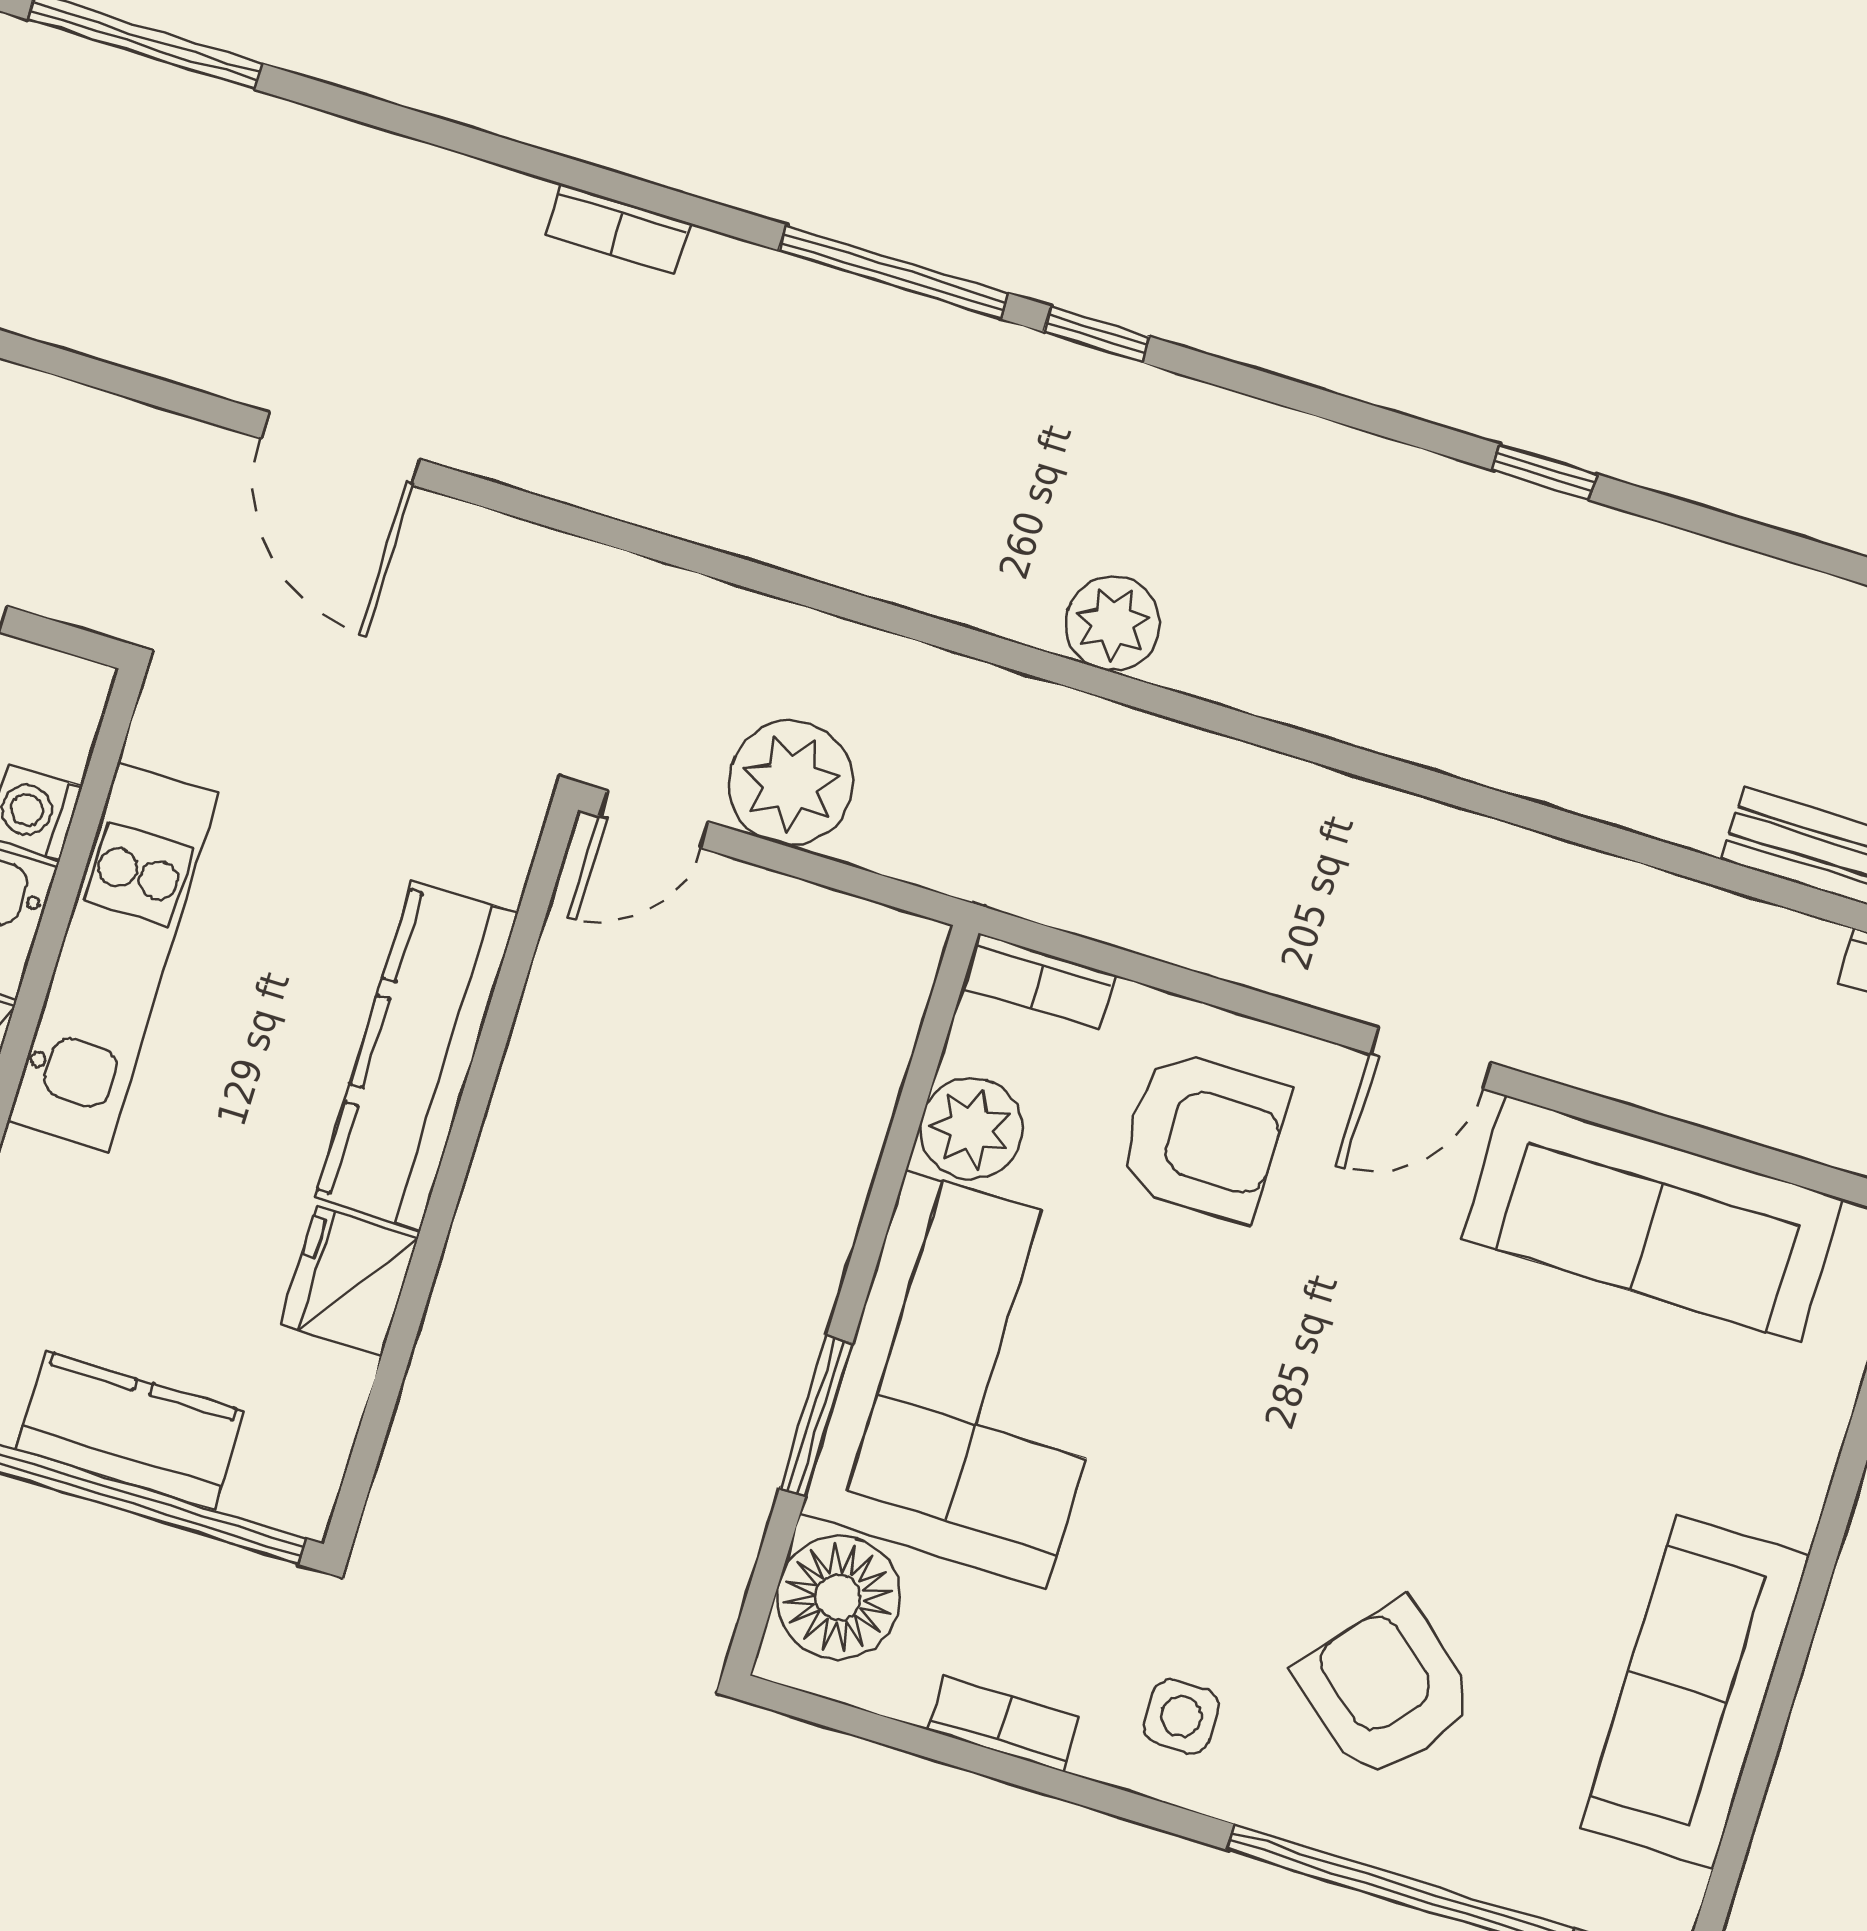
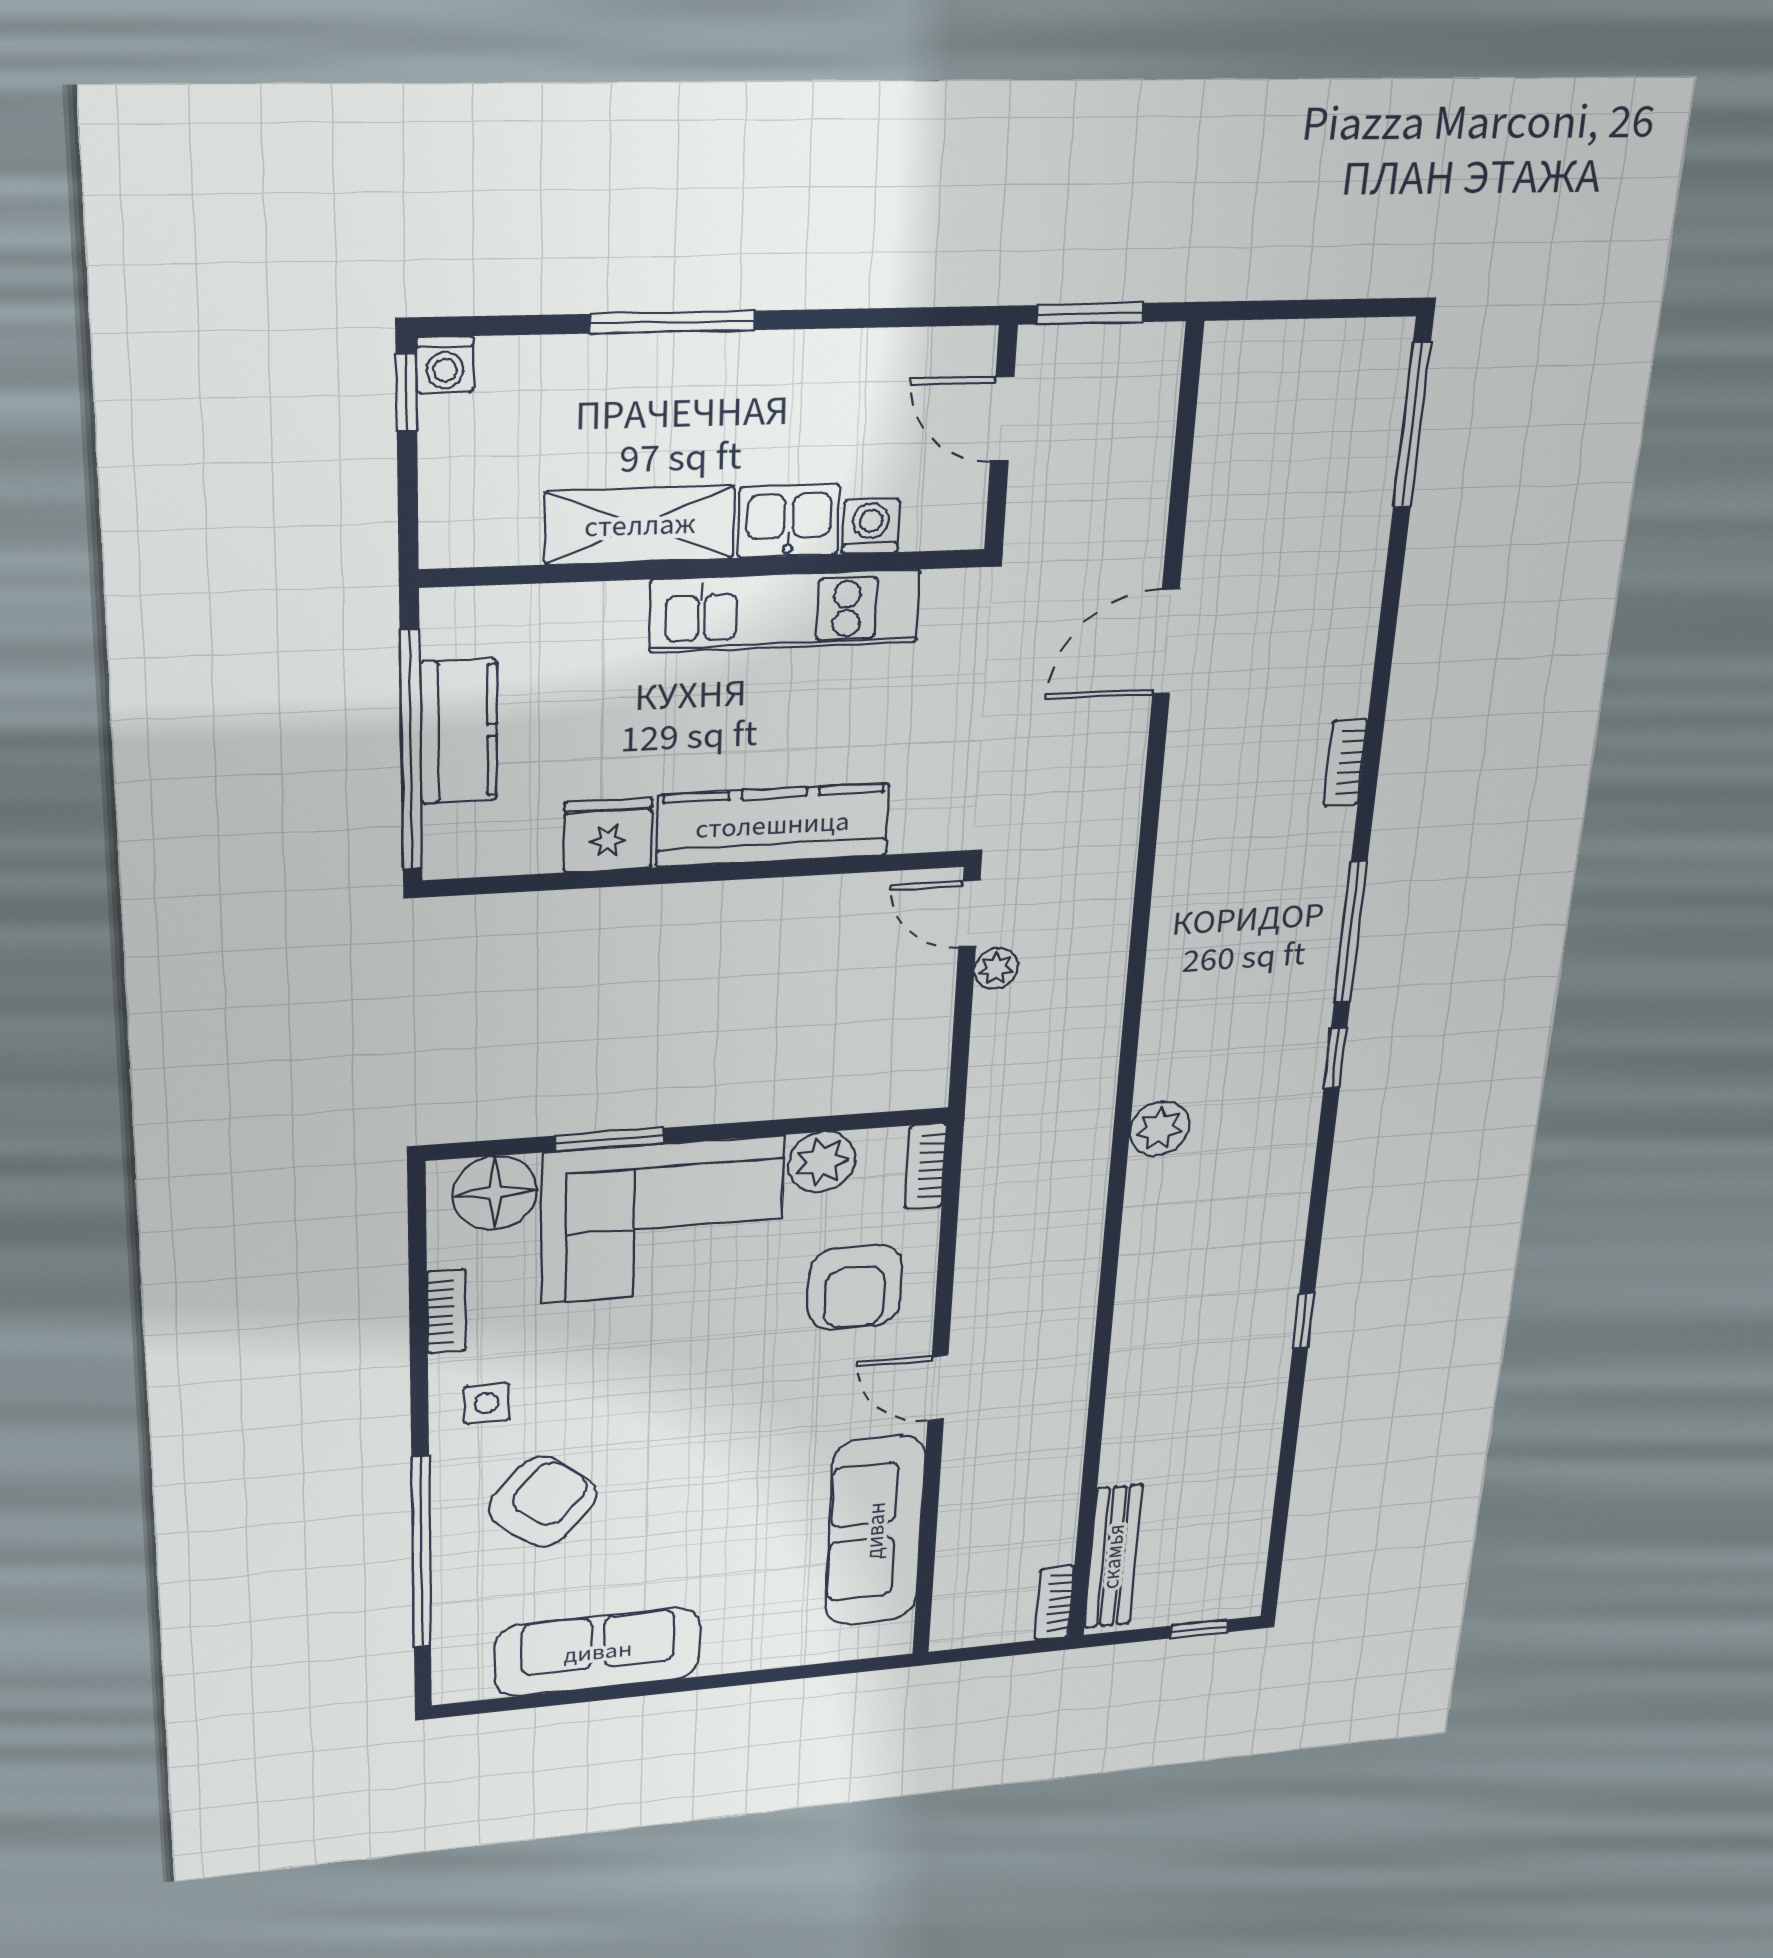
plant: (791, 783) -> (996, 969), width x0.53, depth x0.53

